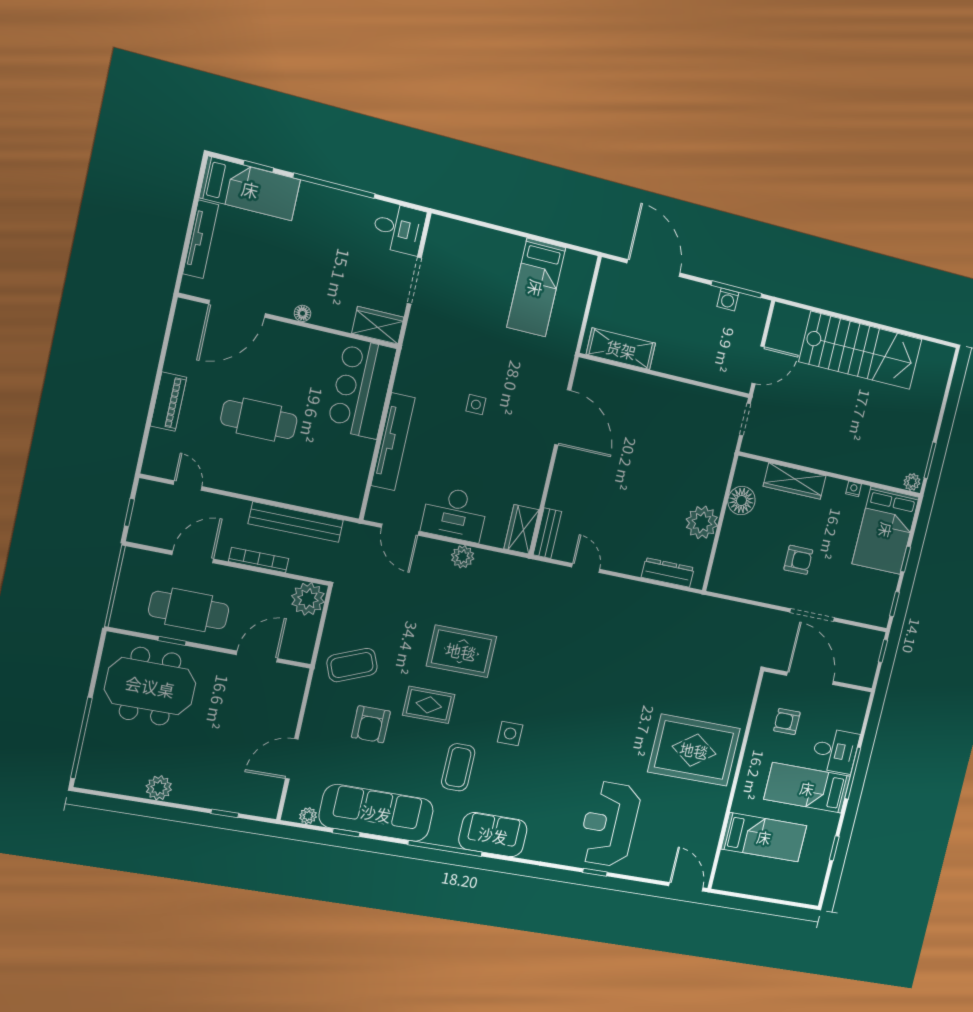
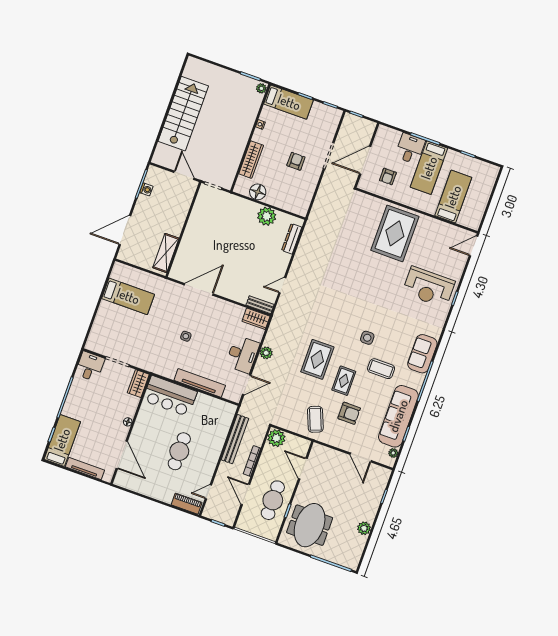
piano: (168, 402) -> (187, 504), moved
bed: (886, 530) -> (289, 102), width x0.67

